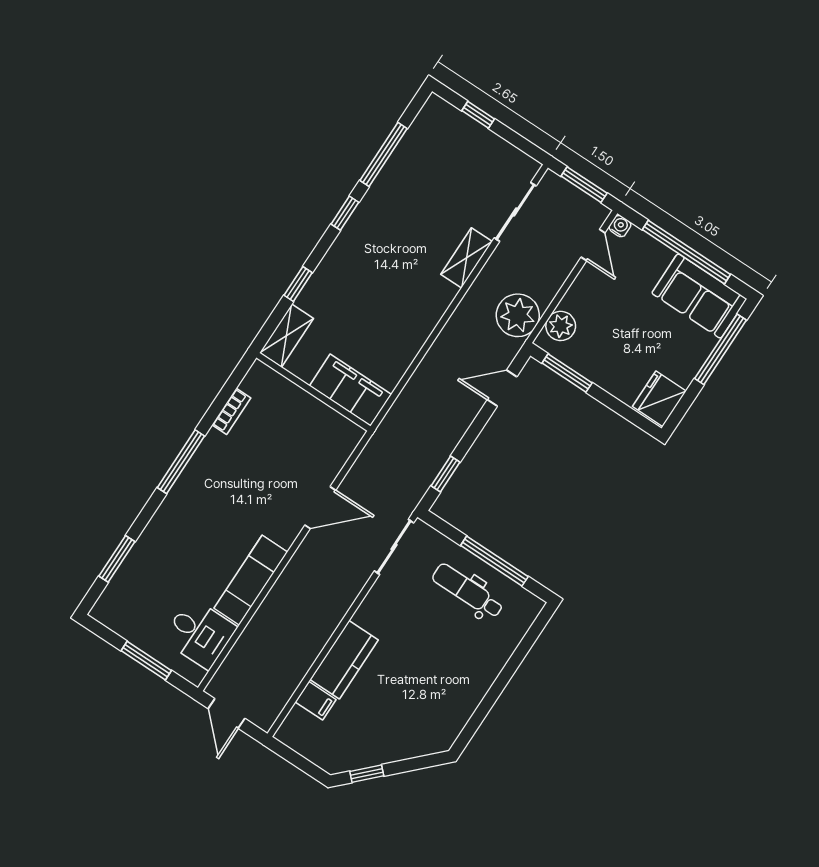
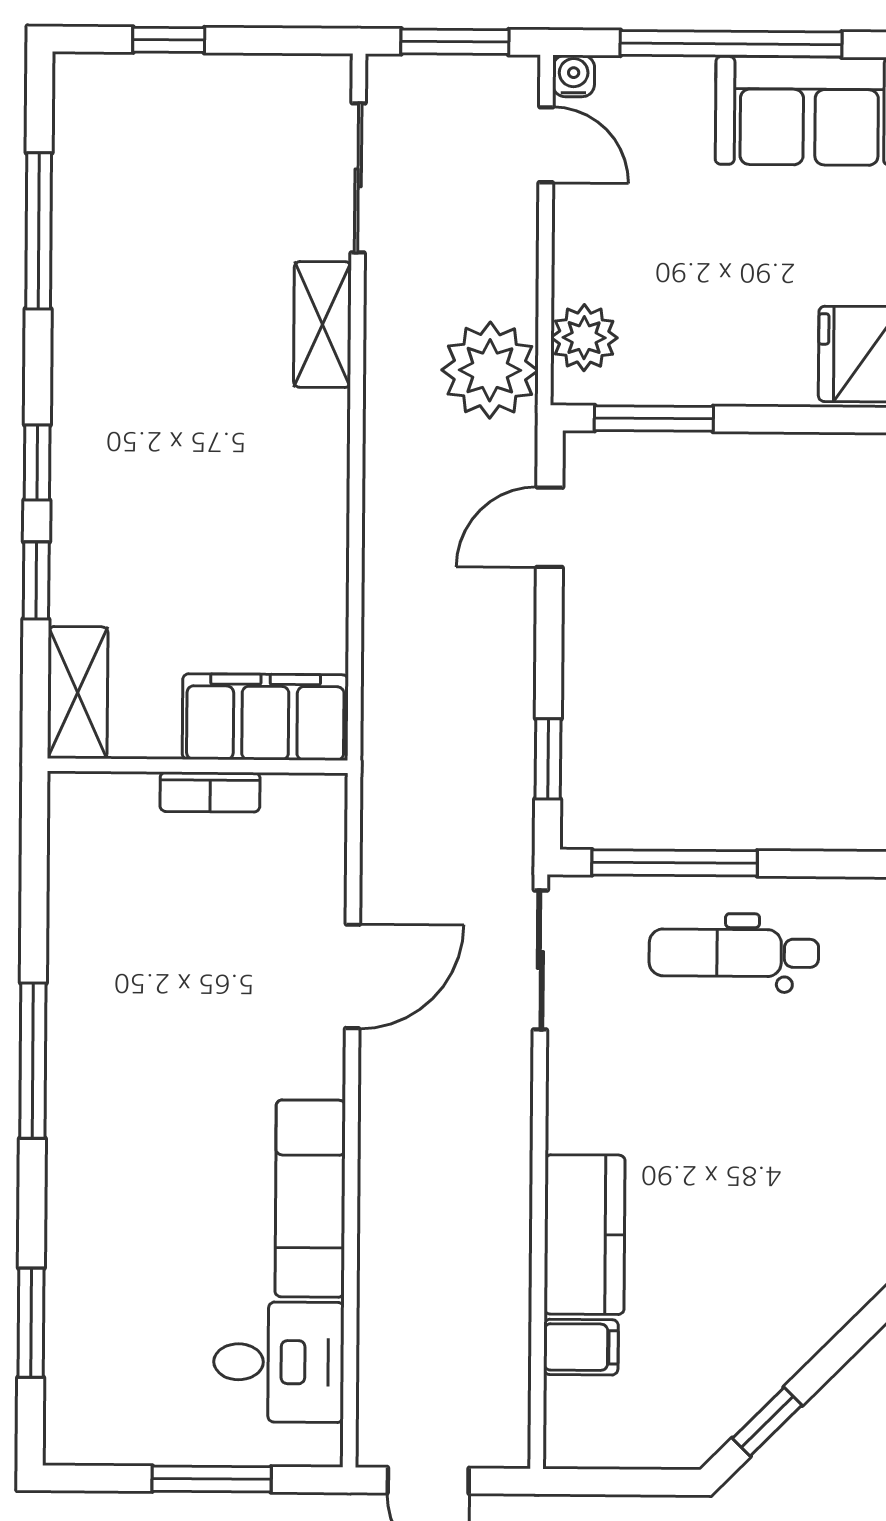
window: (345, 213) -> (37, 462), moved
bookcase: (231, 411) -> (210, 792), moved, turned 90
window: (494, 561) -> (675, 863), moved

